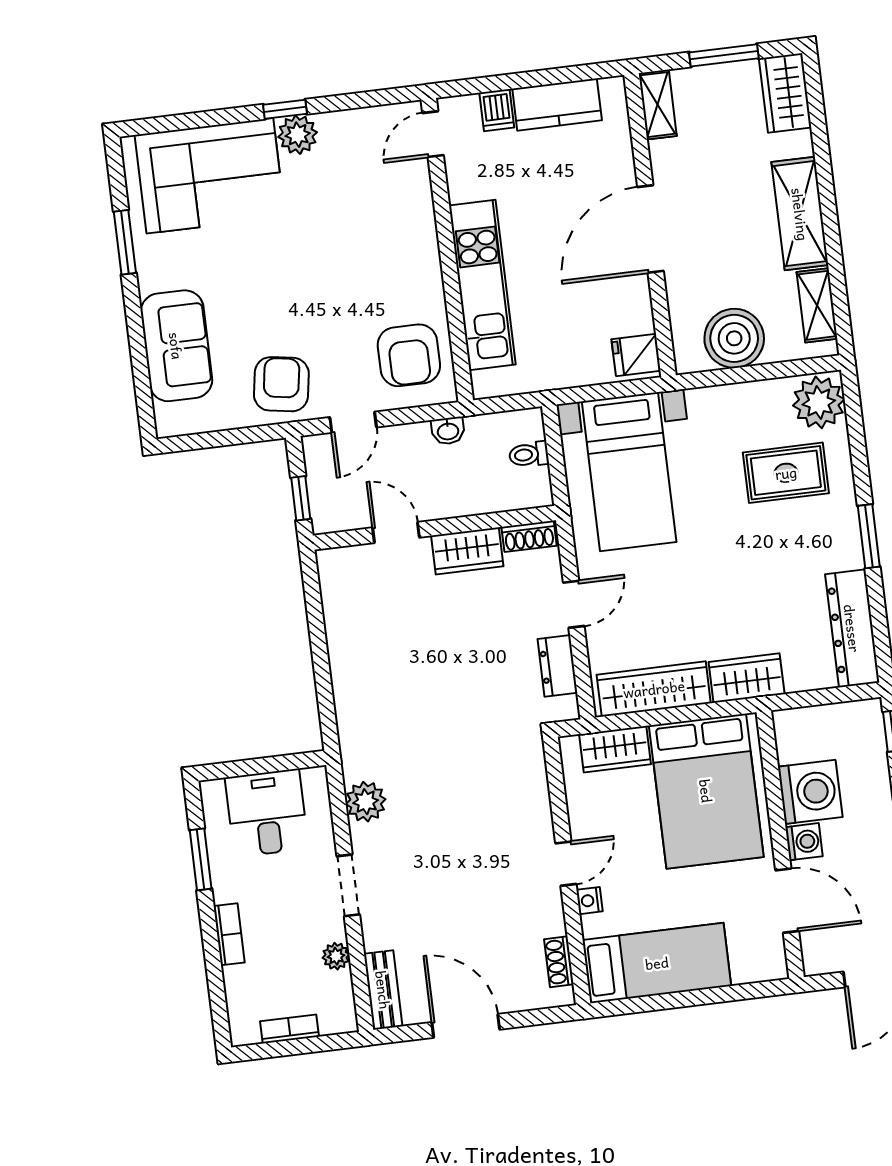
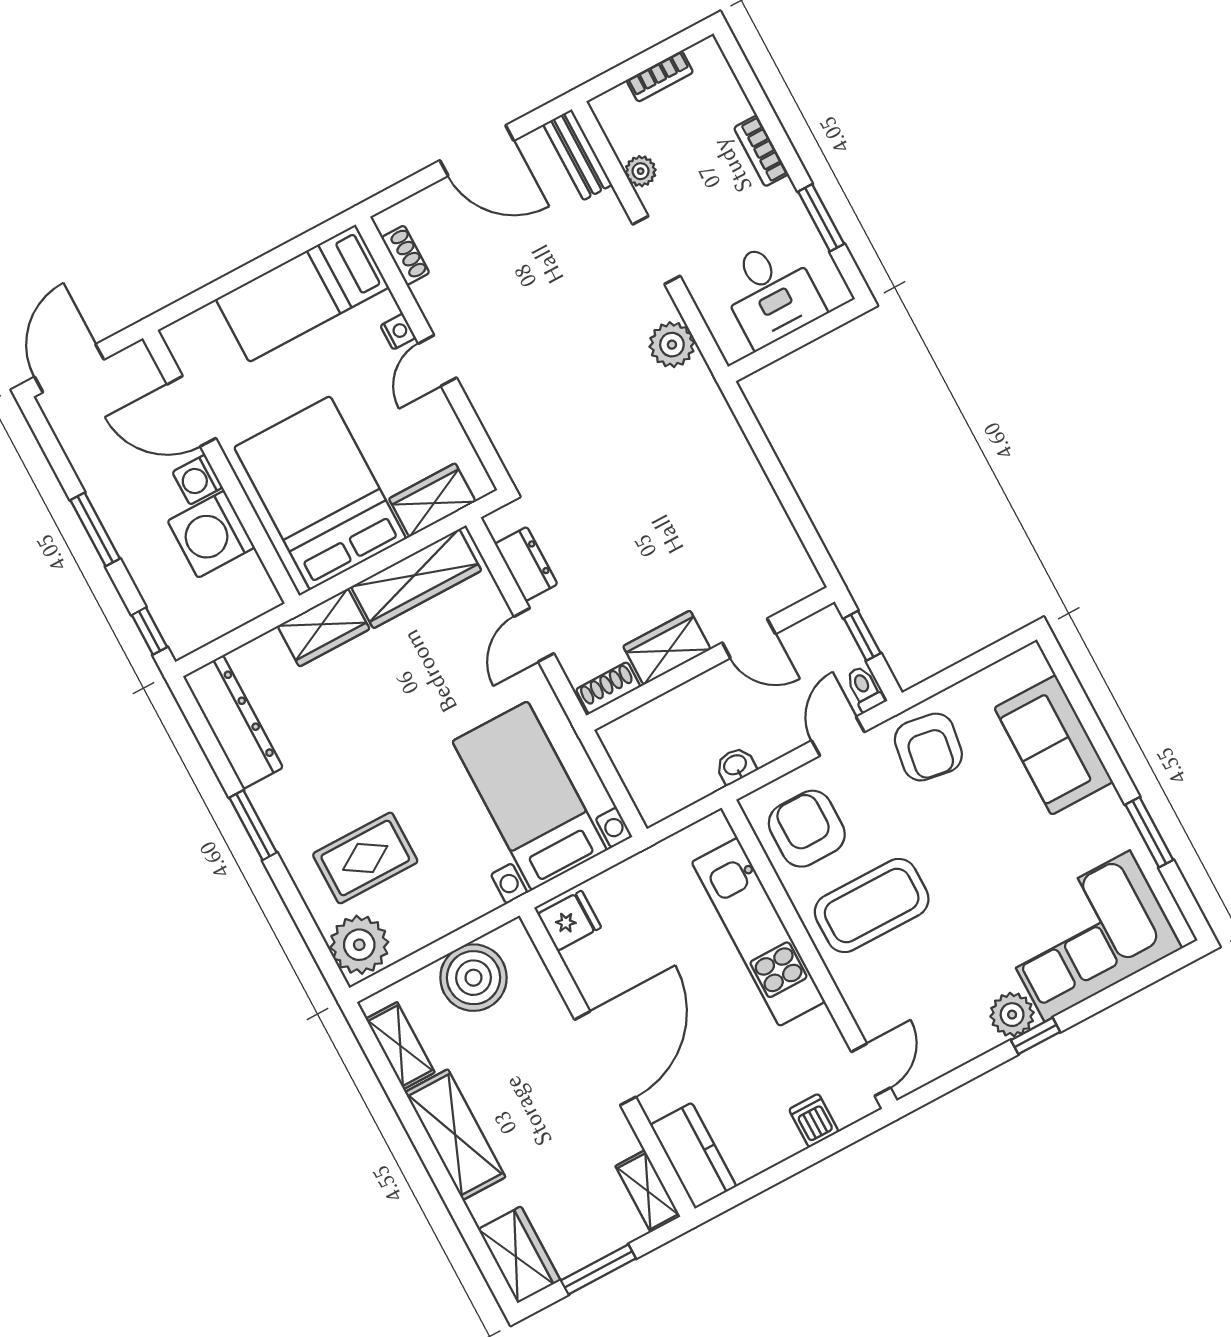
kitchen counter: (557, 104) -> (693, 1156), moved, turned 90
coffee table: (380, 271) -> (872, 905), added
toilet: (529, 454) -> (864, 689), moved, turned -90

